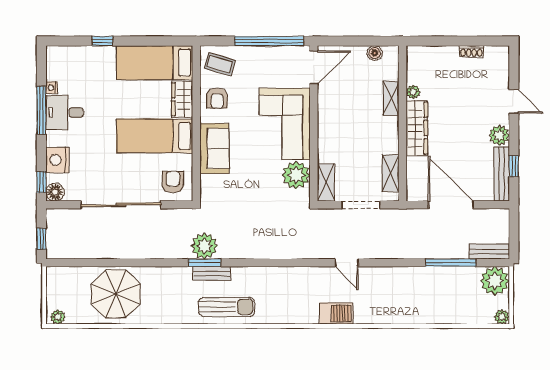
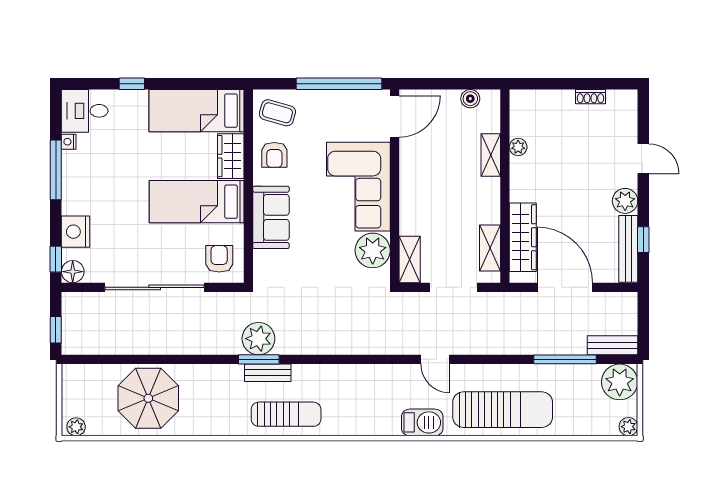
desk: (65, 112) -> (85, 111), moved
wardrobe: (417, 128) -> (523, 237), moved
sun lounger: (401, 303) -> (503, 410), added

